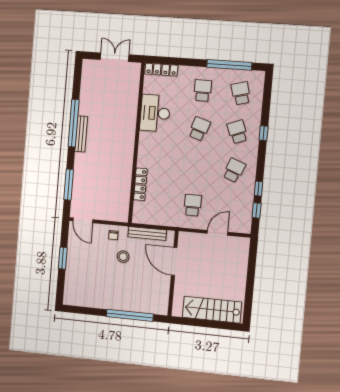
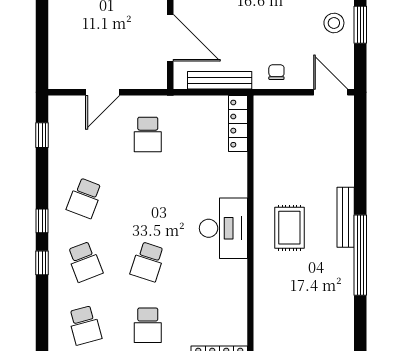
desk: (155, 113) -> (223, 228), moved
bench: (81, 134) -> (346, 217), moved
rug: (113, 143) -> (289, 228), added
locker: (140, 184) -> (238, 124), moved
window: (69, 185) -> (360, 151), removed
window: (259, 189) -> (42, 221), moved
stool: (123, 257) -> (334, 23), moved

